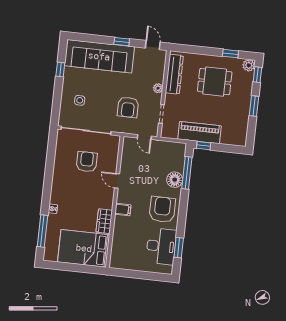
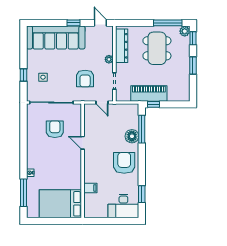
window: (230, 54) -> (168, 23), width x2.17
window: (60, 70) -> (23, 75), moved
dining table: (215, 82) -> (157, 48), width x1.38
filing cabinet: (123, 210) -> (90, 188), moved
wardrobe: (104, 221) -> (75, 179), removed
desk: (161, 246) -> (123, 206), moved, turned 90

